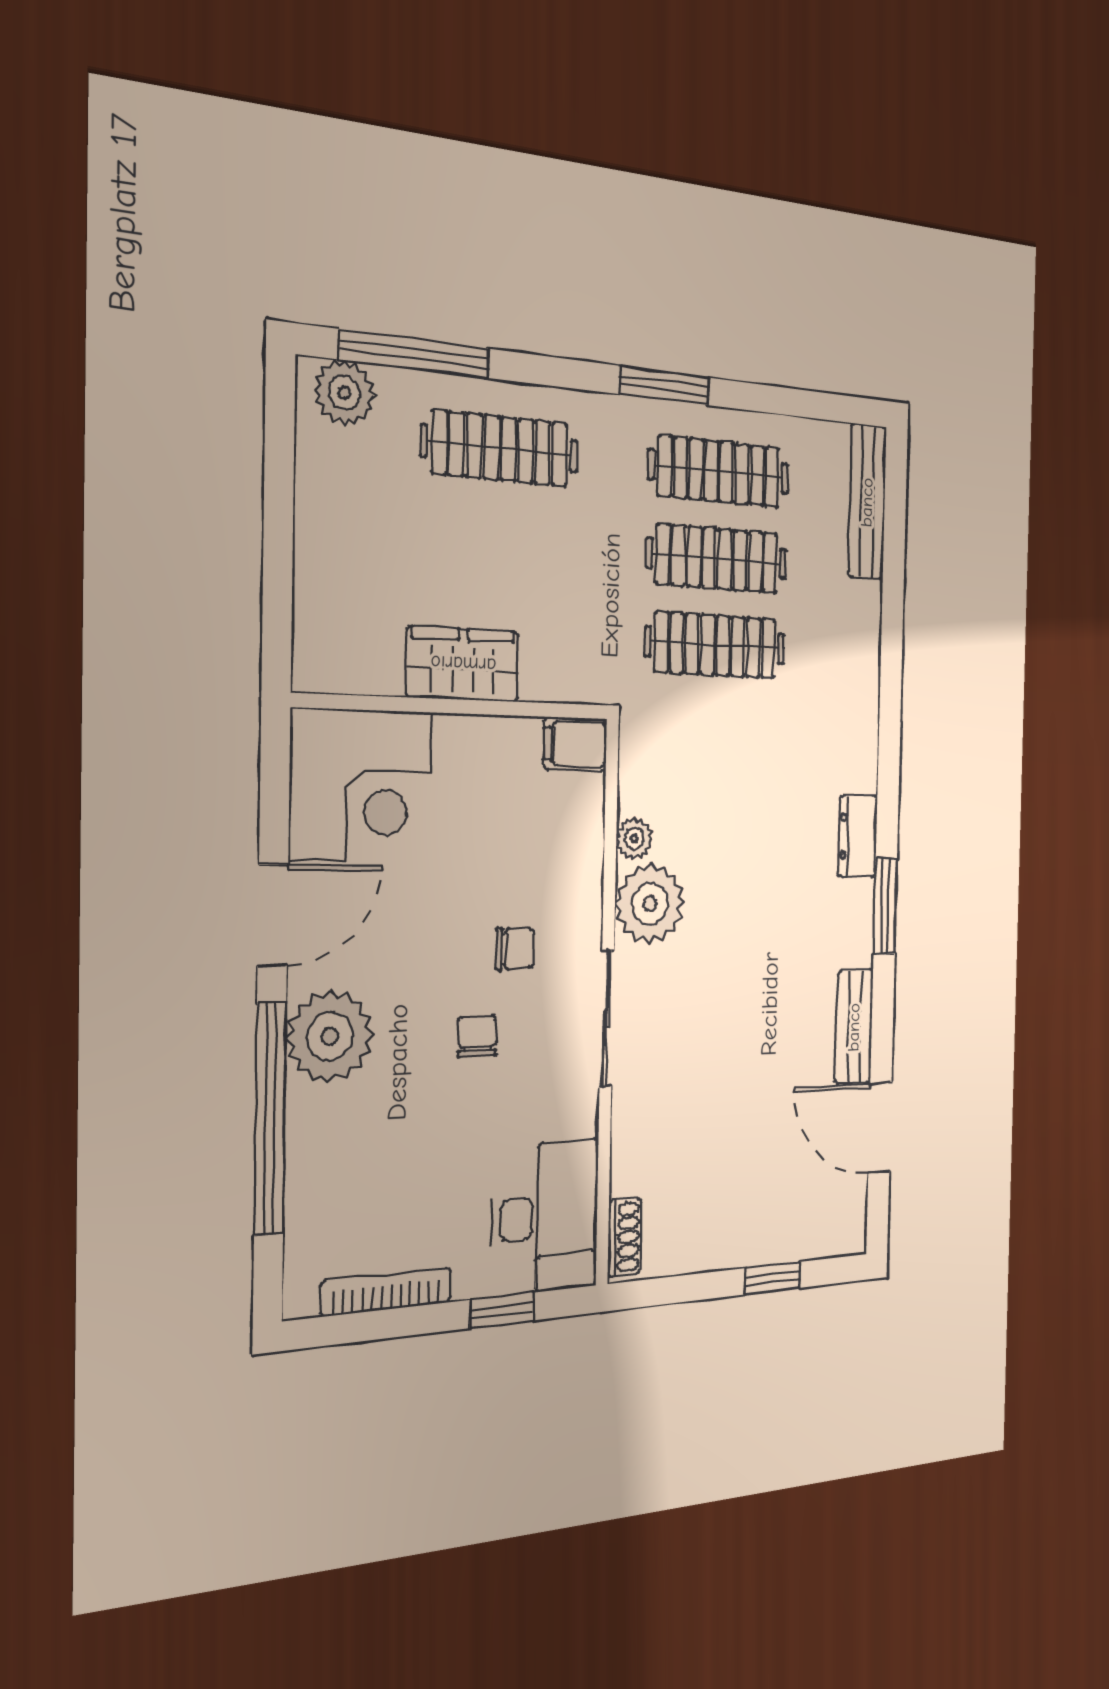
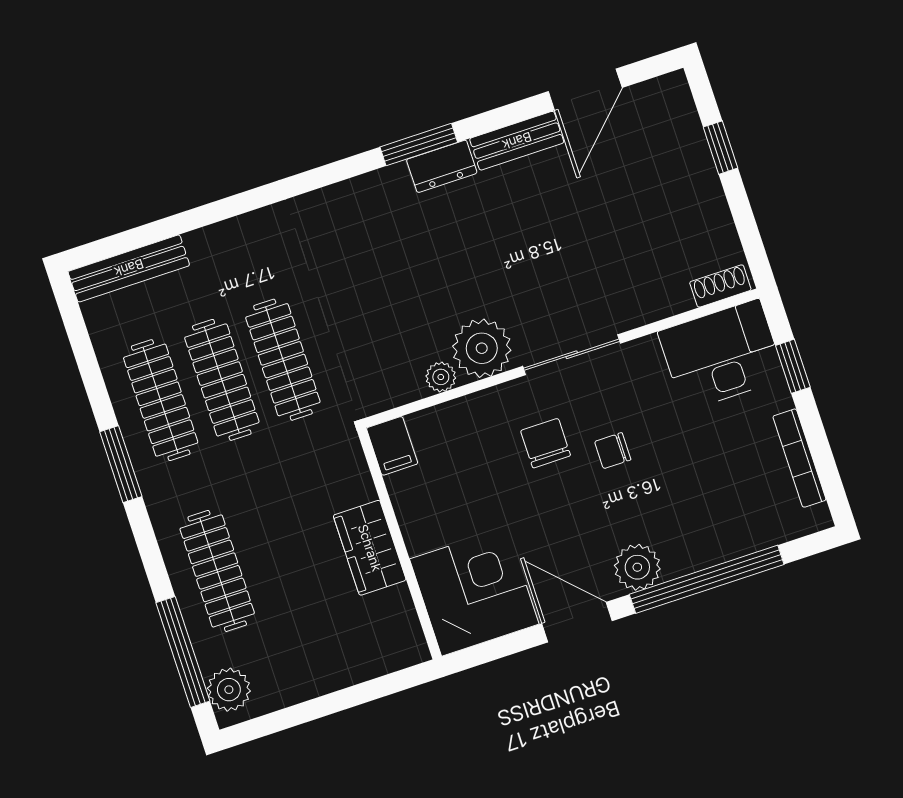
dresser: (858, 836) -> (442, 166), moved
chair: (515, 949) -> (546, 443), width x1.37, depth x1.37
plant: (330, 1036) -> (637, 567), width x0.73, depth x0.73

